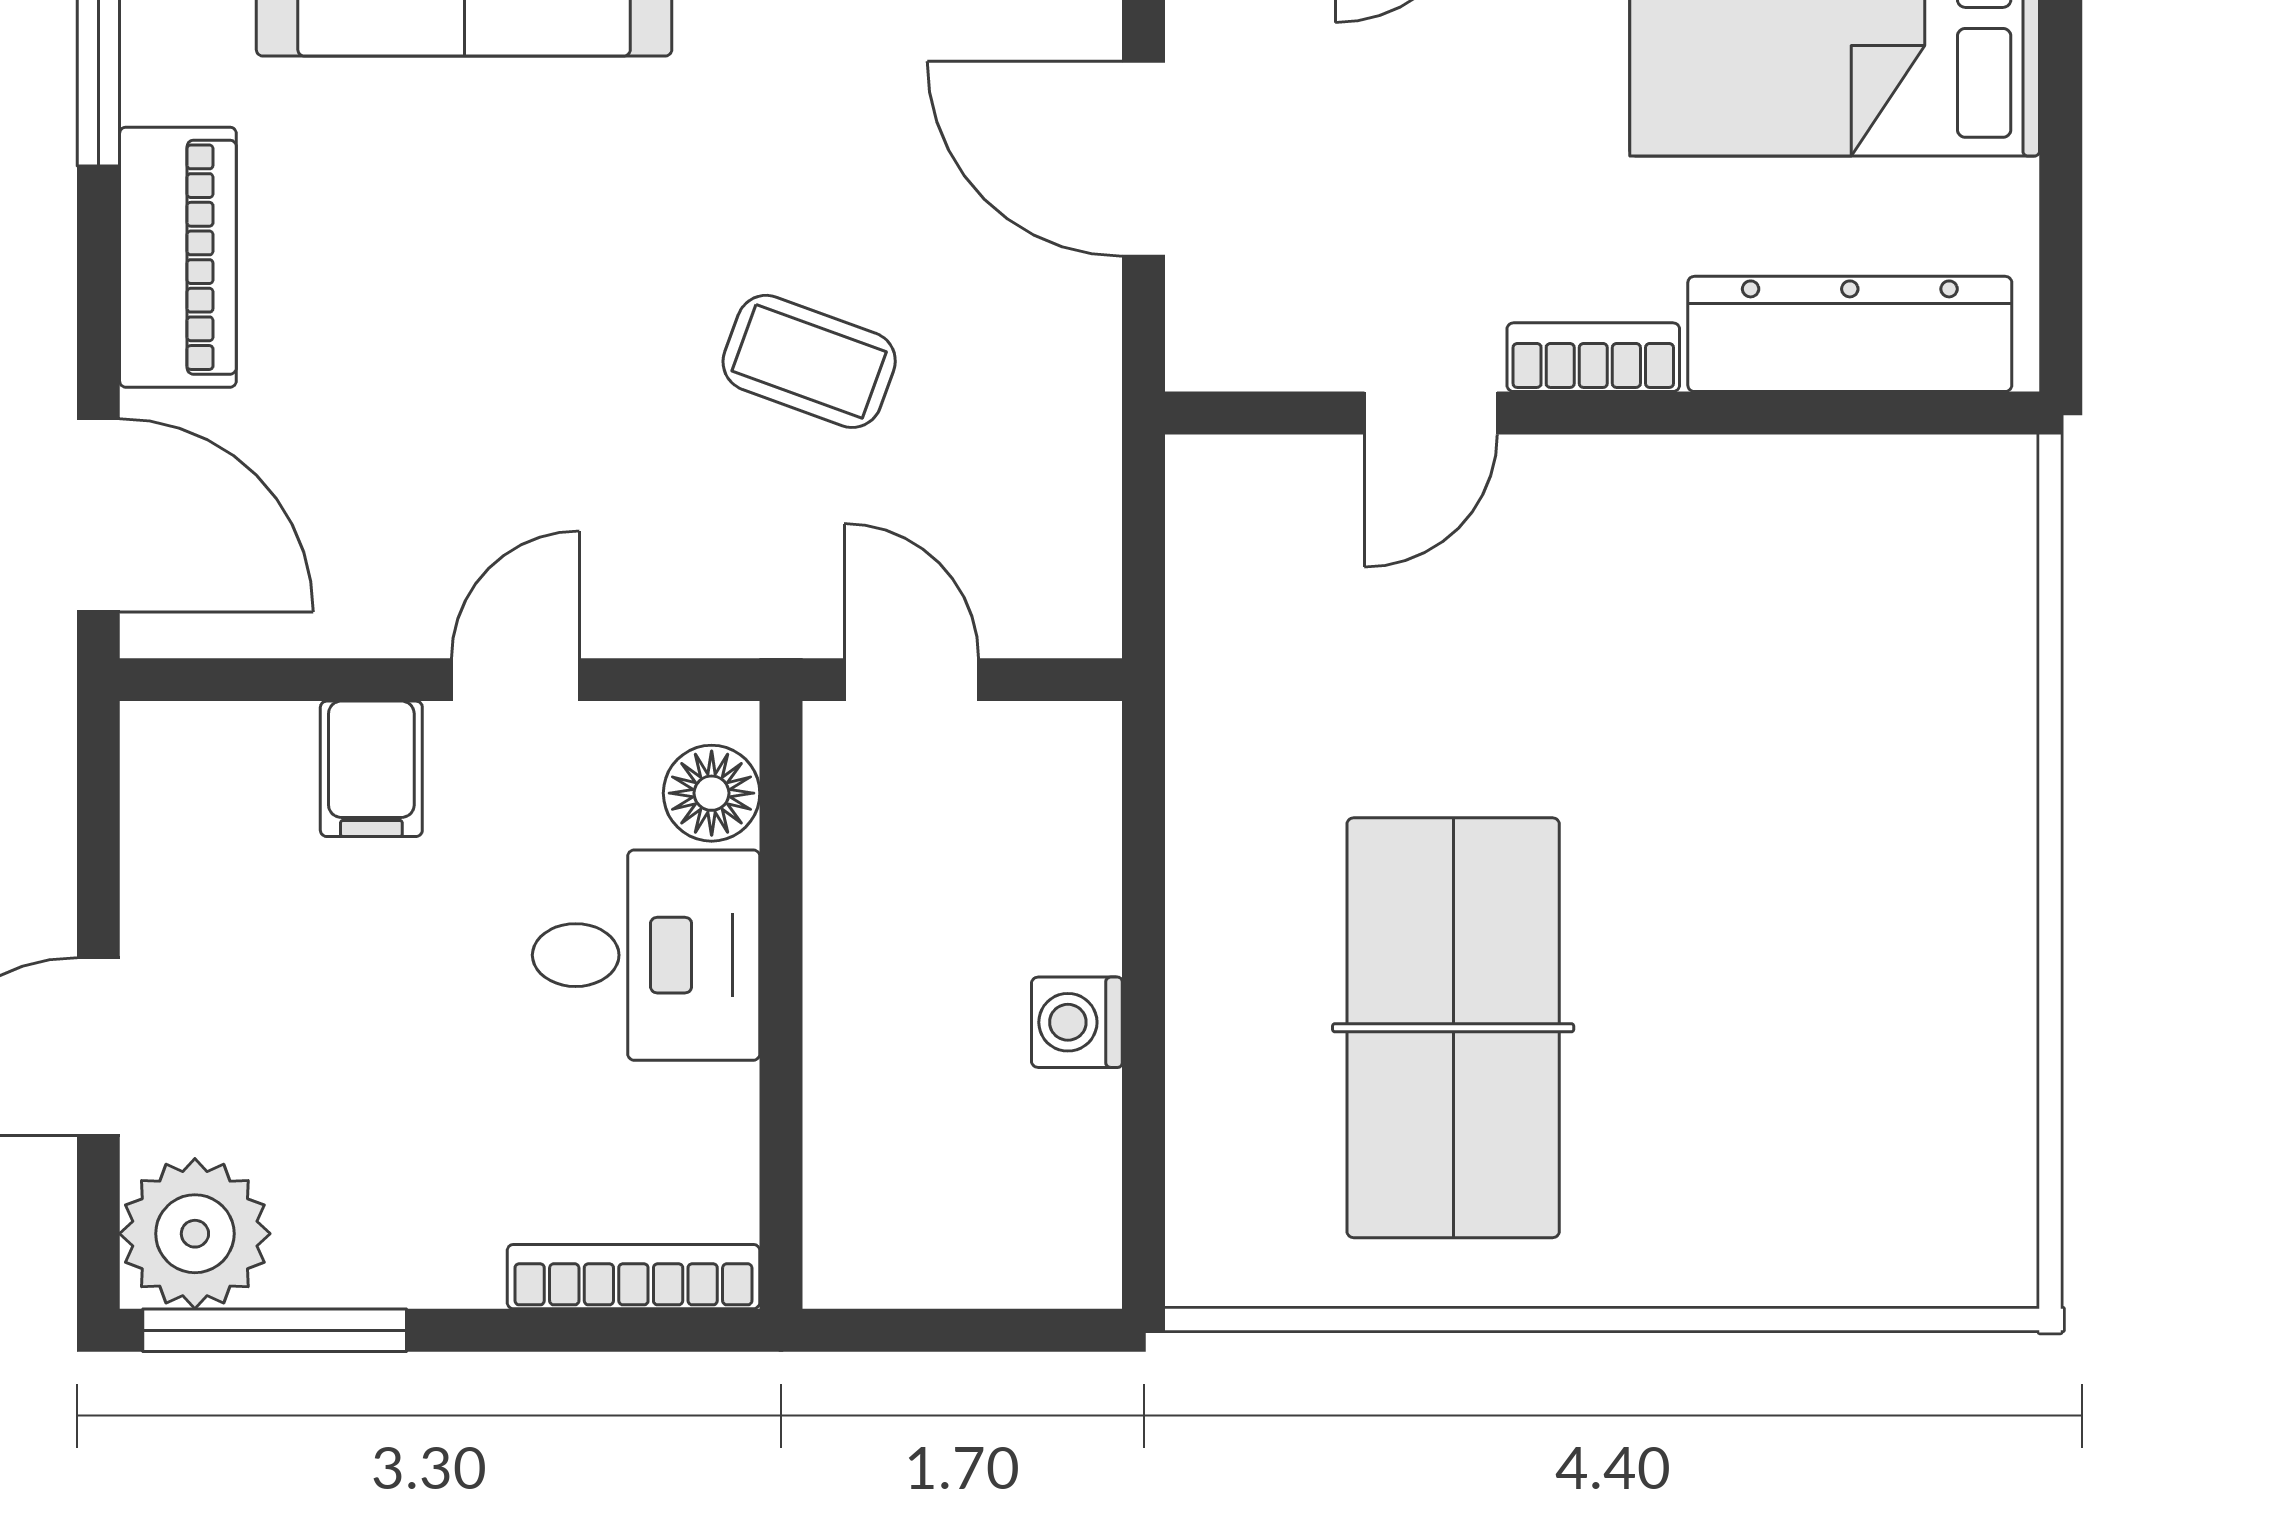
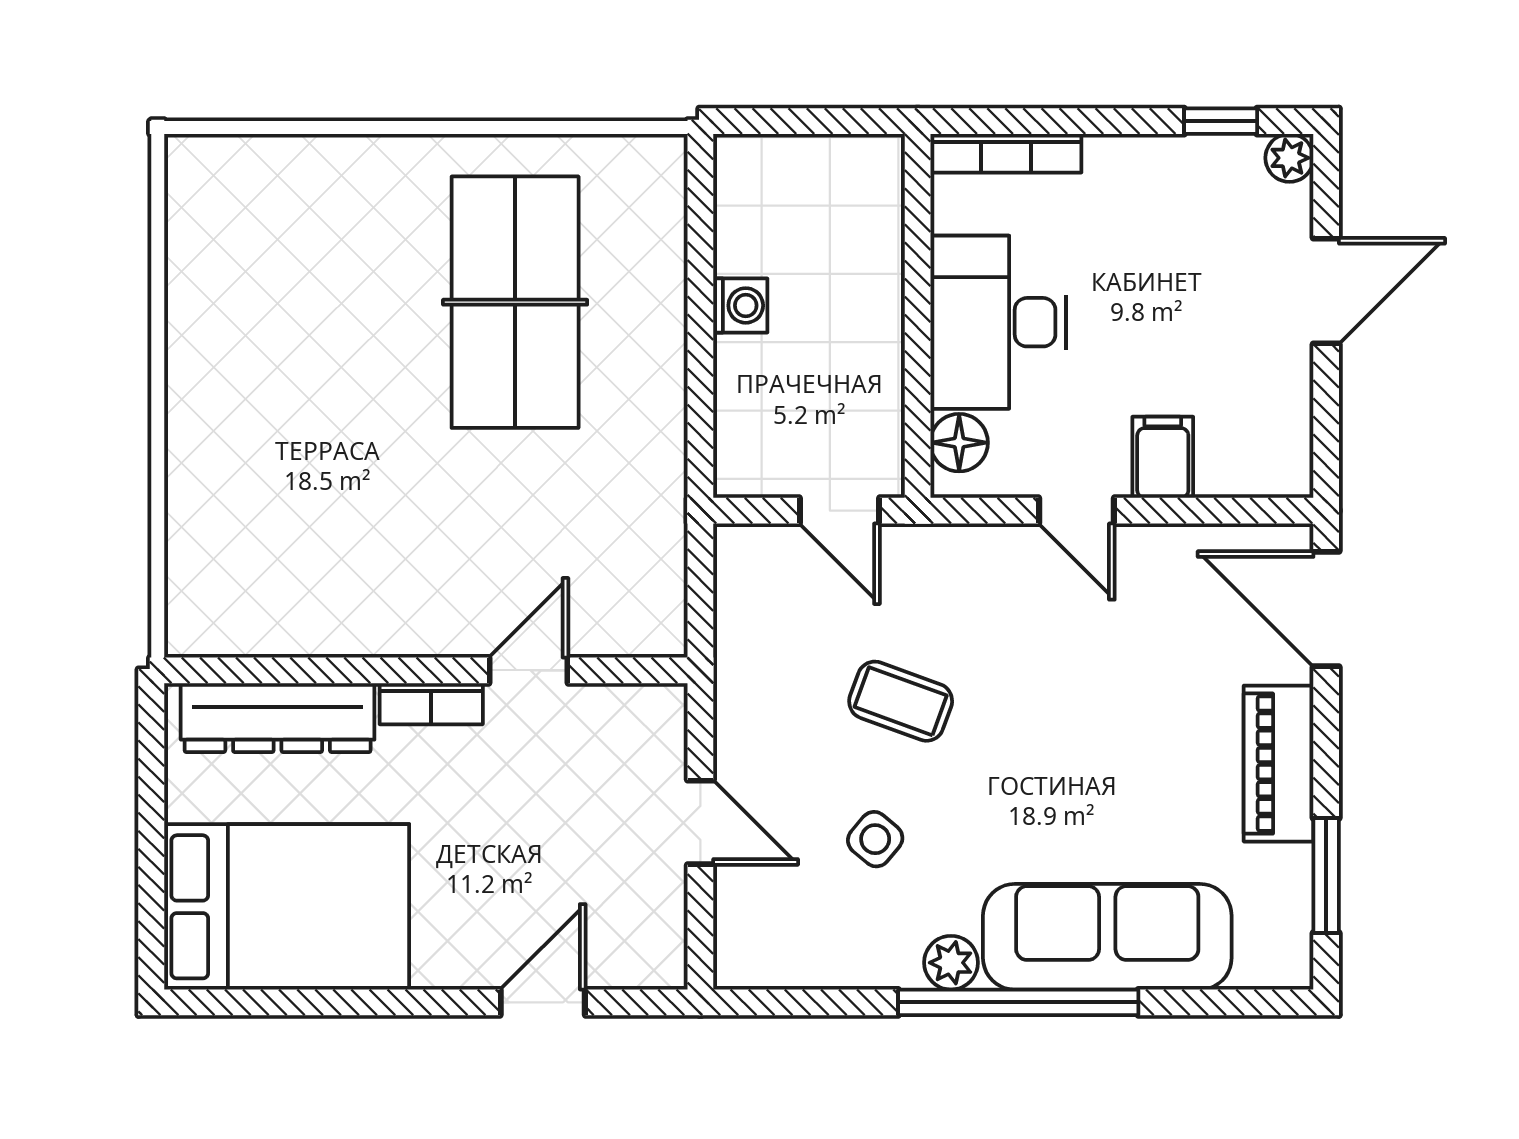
side table: (852, 131) -> (875, 839), added
door: (1144, 159) -> (700, 822), width x0.73
door: (515, 680) -> (1077, 511), hinge flipped
desk: (646, 955) -> (998, 322), width x1.37
plant: (195, 1234) -> (1289, 158), width x0.53, depth x0.53
window: (275, 1330) -> (1221, 121), width x0.46

